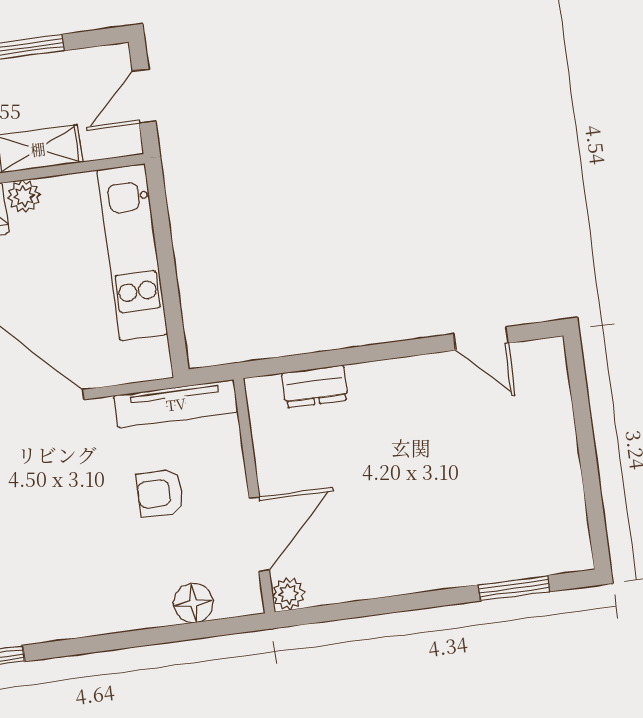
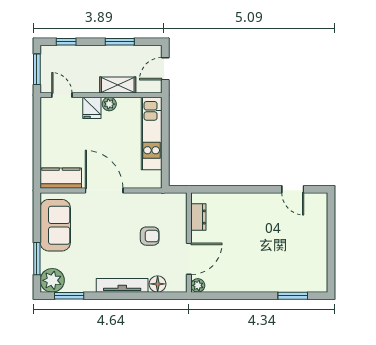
dresser: (315, 386) -> (198, 217), moved, turned -90
tv unit: (176, 404) -> (122, 285), moved, turned 180
armchair: (160, 493) -> (150, 236), turned 180

